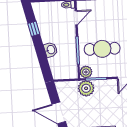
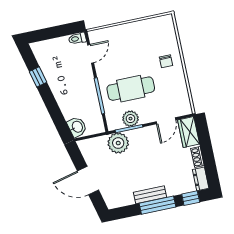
washbasin: (51, 50) -> (77, 127), moved
plant: (86, 72) -> (130, 119), moved

